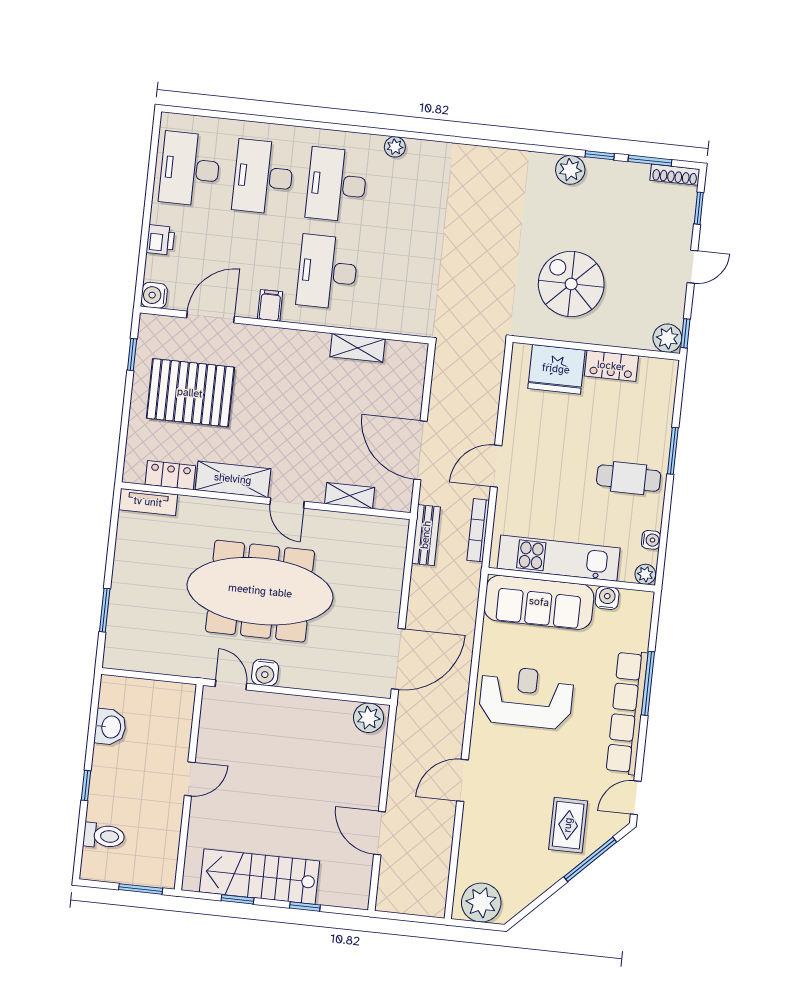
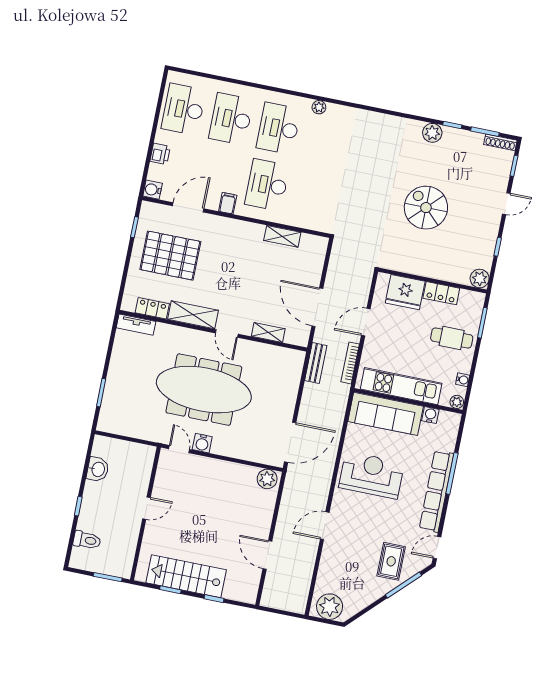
plant: (667, 338) -> (480, 278), moved
wall: (596, 348) -> (432, 281), moved
locker: (611, 366) -> (441, 293), moved
fridge: (556, 369) -> (405, 292), moved

